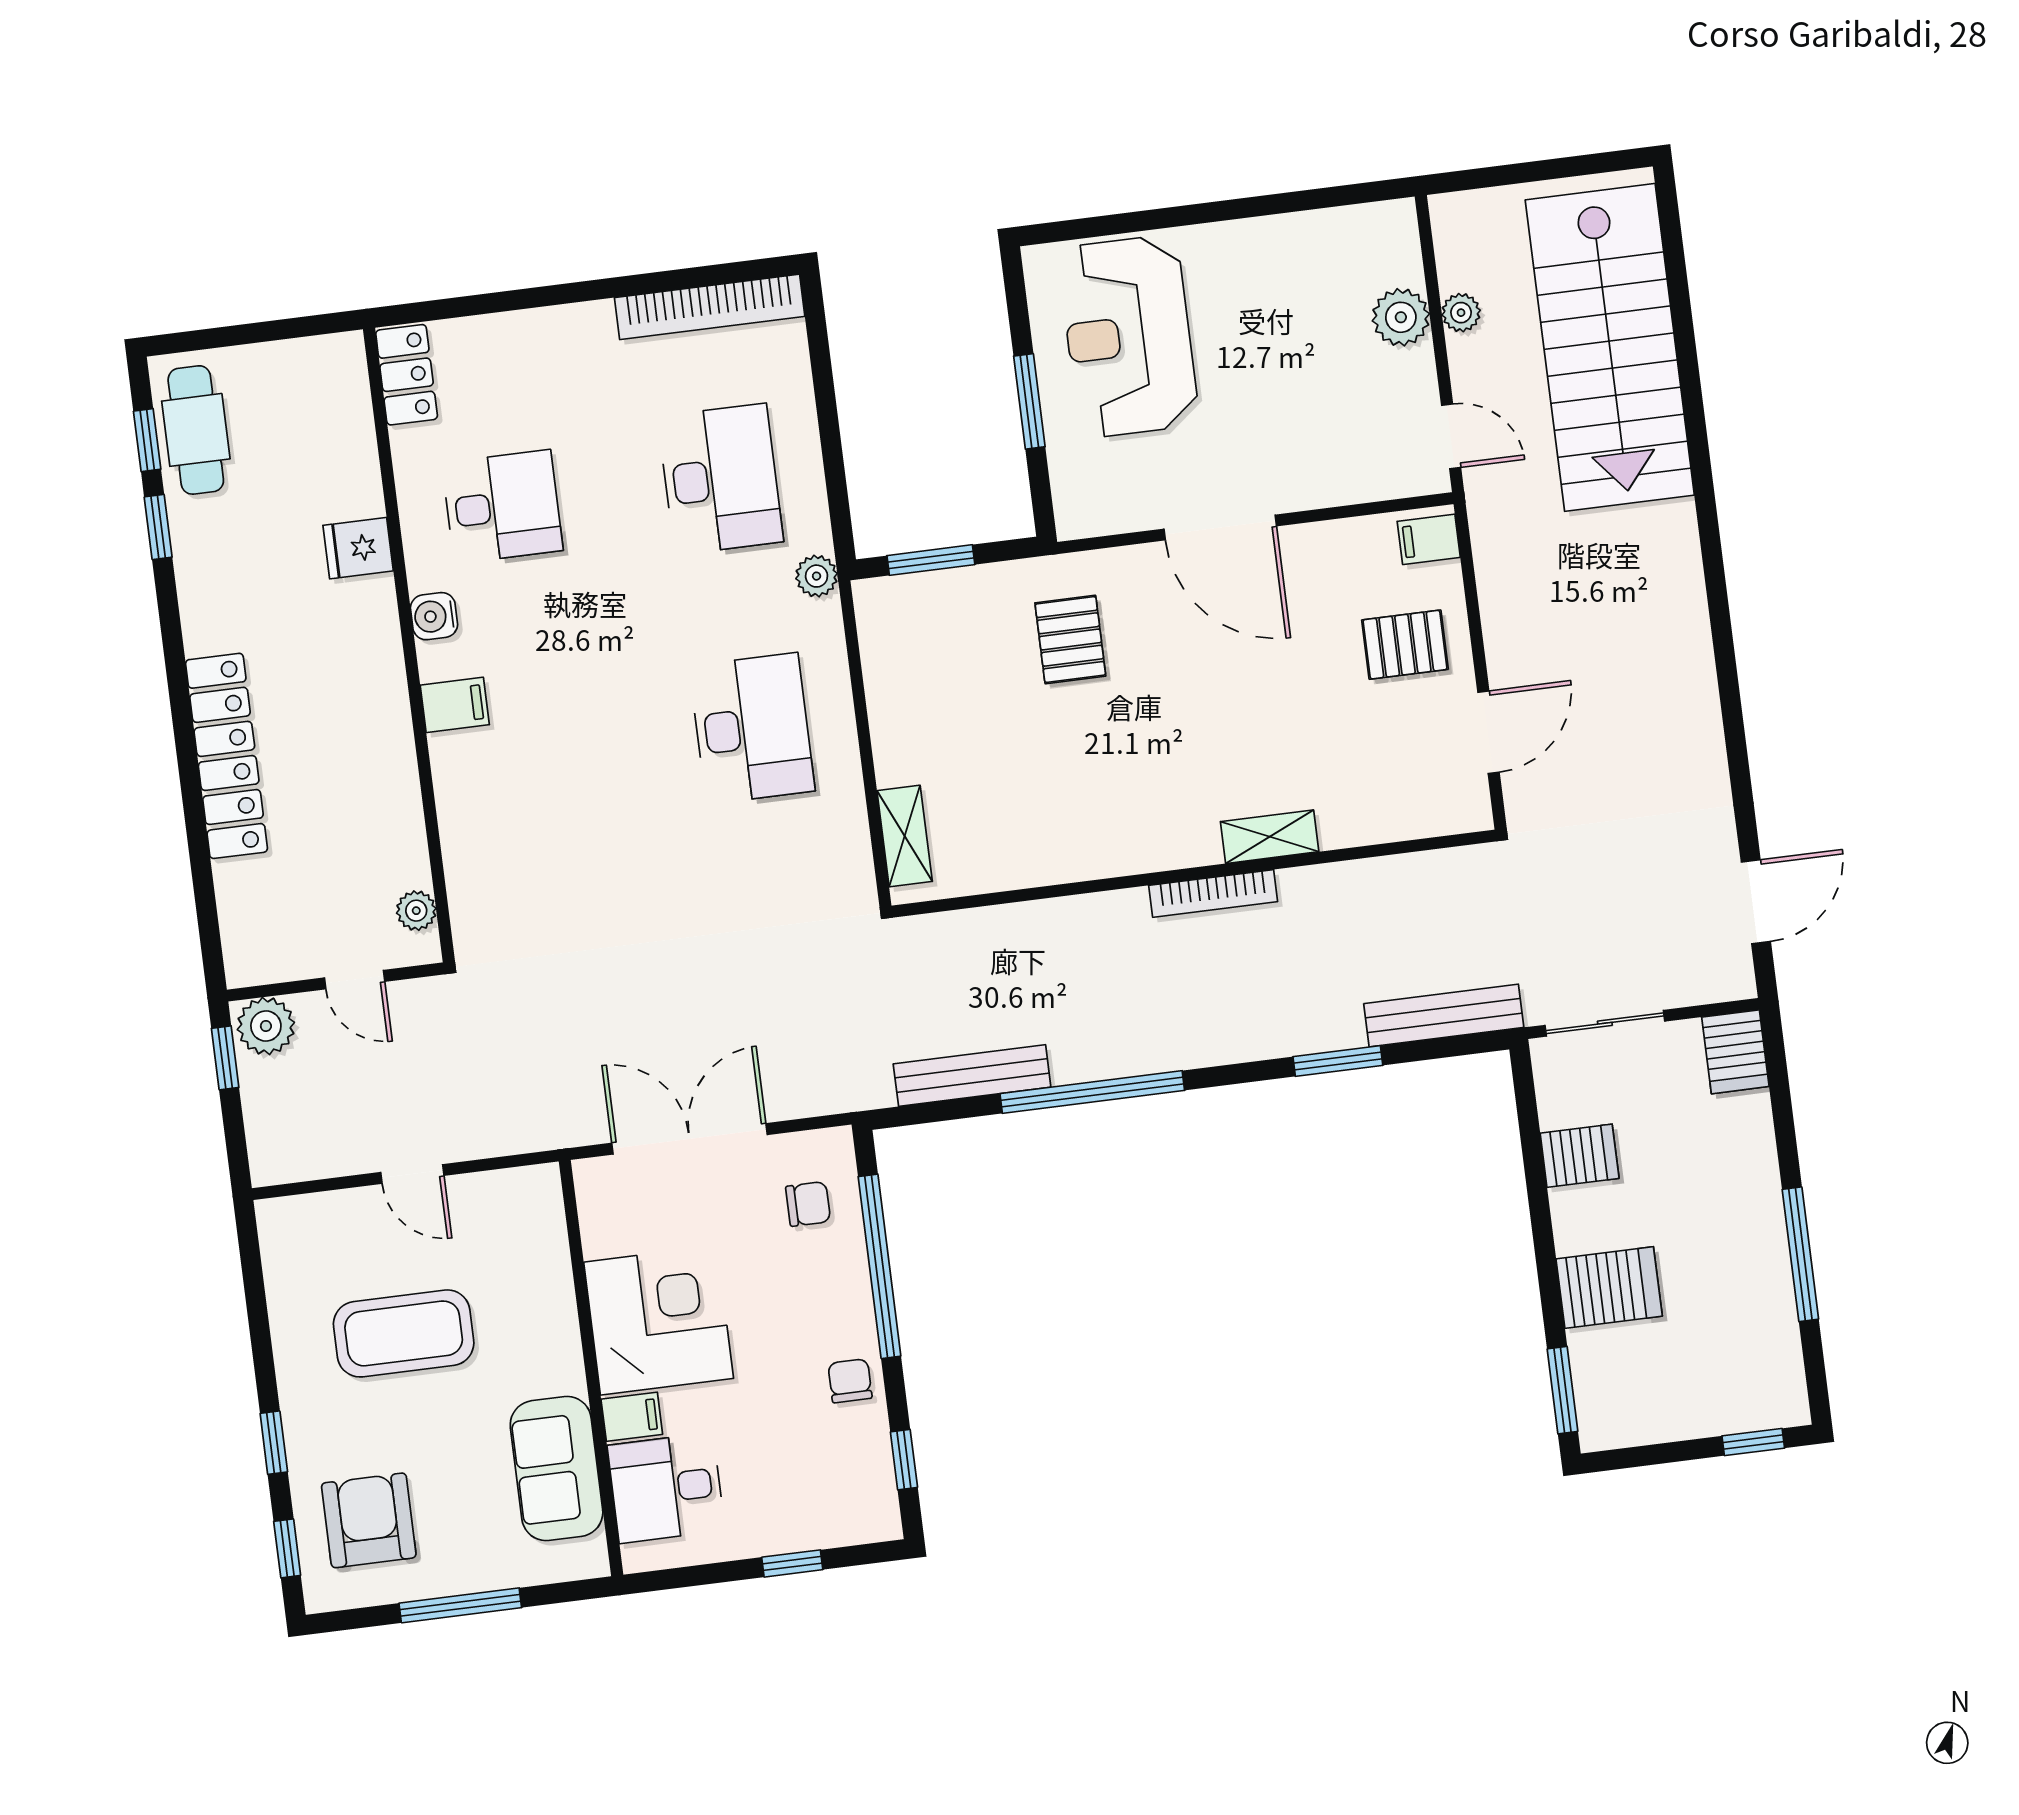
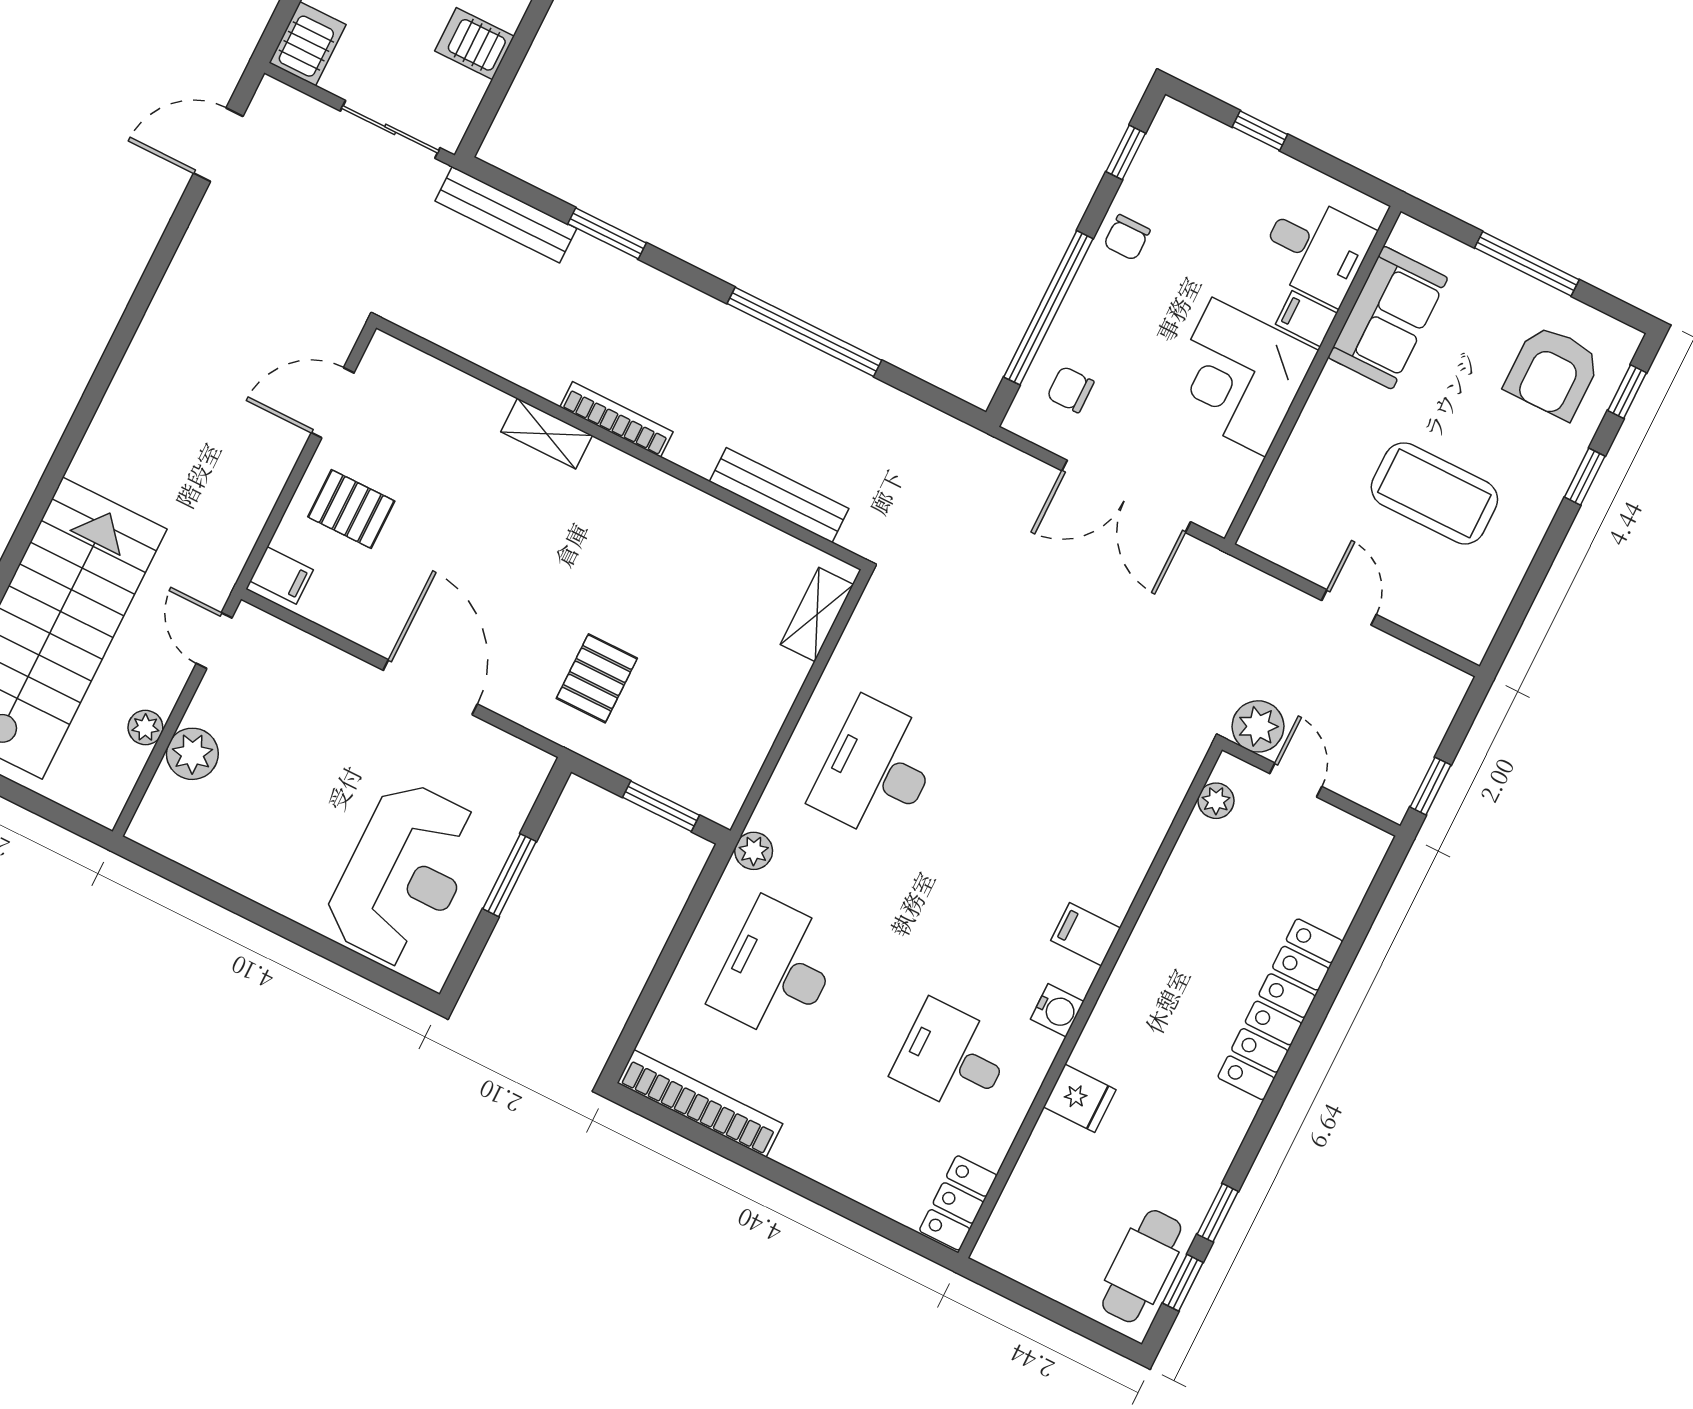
plant: (266, 1026) -> (1258, 726), moved
bench: (972, 1075) -> (779, 495), moved

